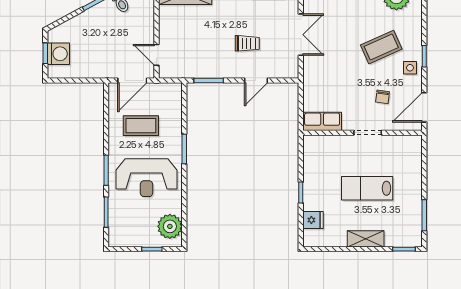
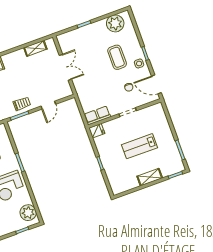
trolley: (247, 43) -> (22, 104), moved
coffee table: (381, 47) -> (117, 57), turned -66
door: (424, 107) -> (156, 84), hinge flipped
fridge: (313, 220) -> (97, 131), moved

